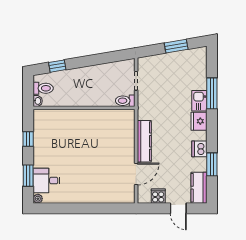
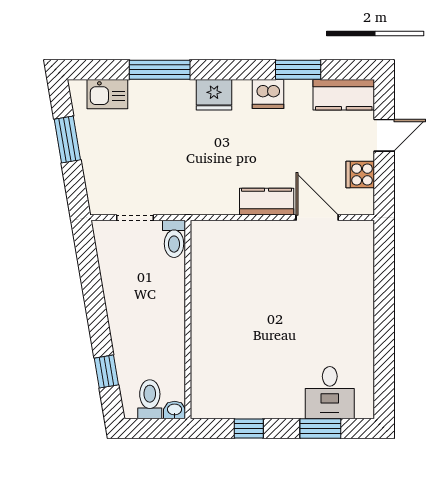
kitchen sink: (199, 101) -> (107, 94), moved
kitchen counter: (144, 141) -> (267, 202), width x0.67
plant: (38, 199) -> (365, 410), removed

